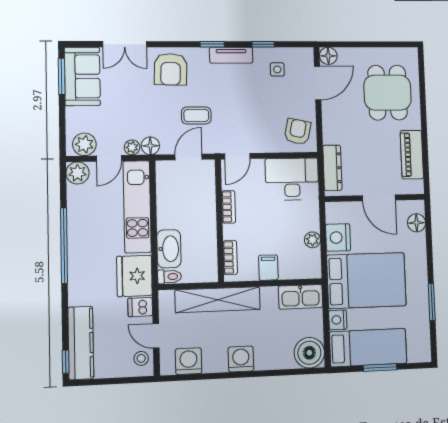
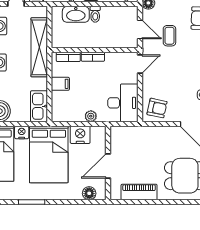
door: (237, 156) -> (140, 64), swing flipped
dresser: (332, 168) -> (130, 133), removed
bookcase: (229, 207) -> (93, 57), moved
plant: (312, 240) -> (91, 116), moved
toilet: (169, 277) -> (95, 14), moved

